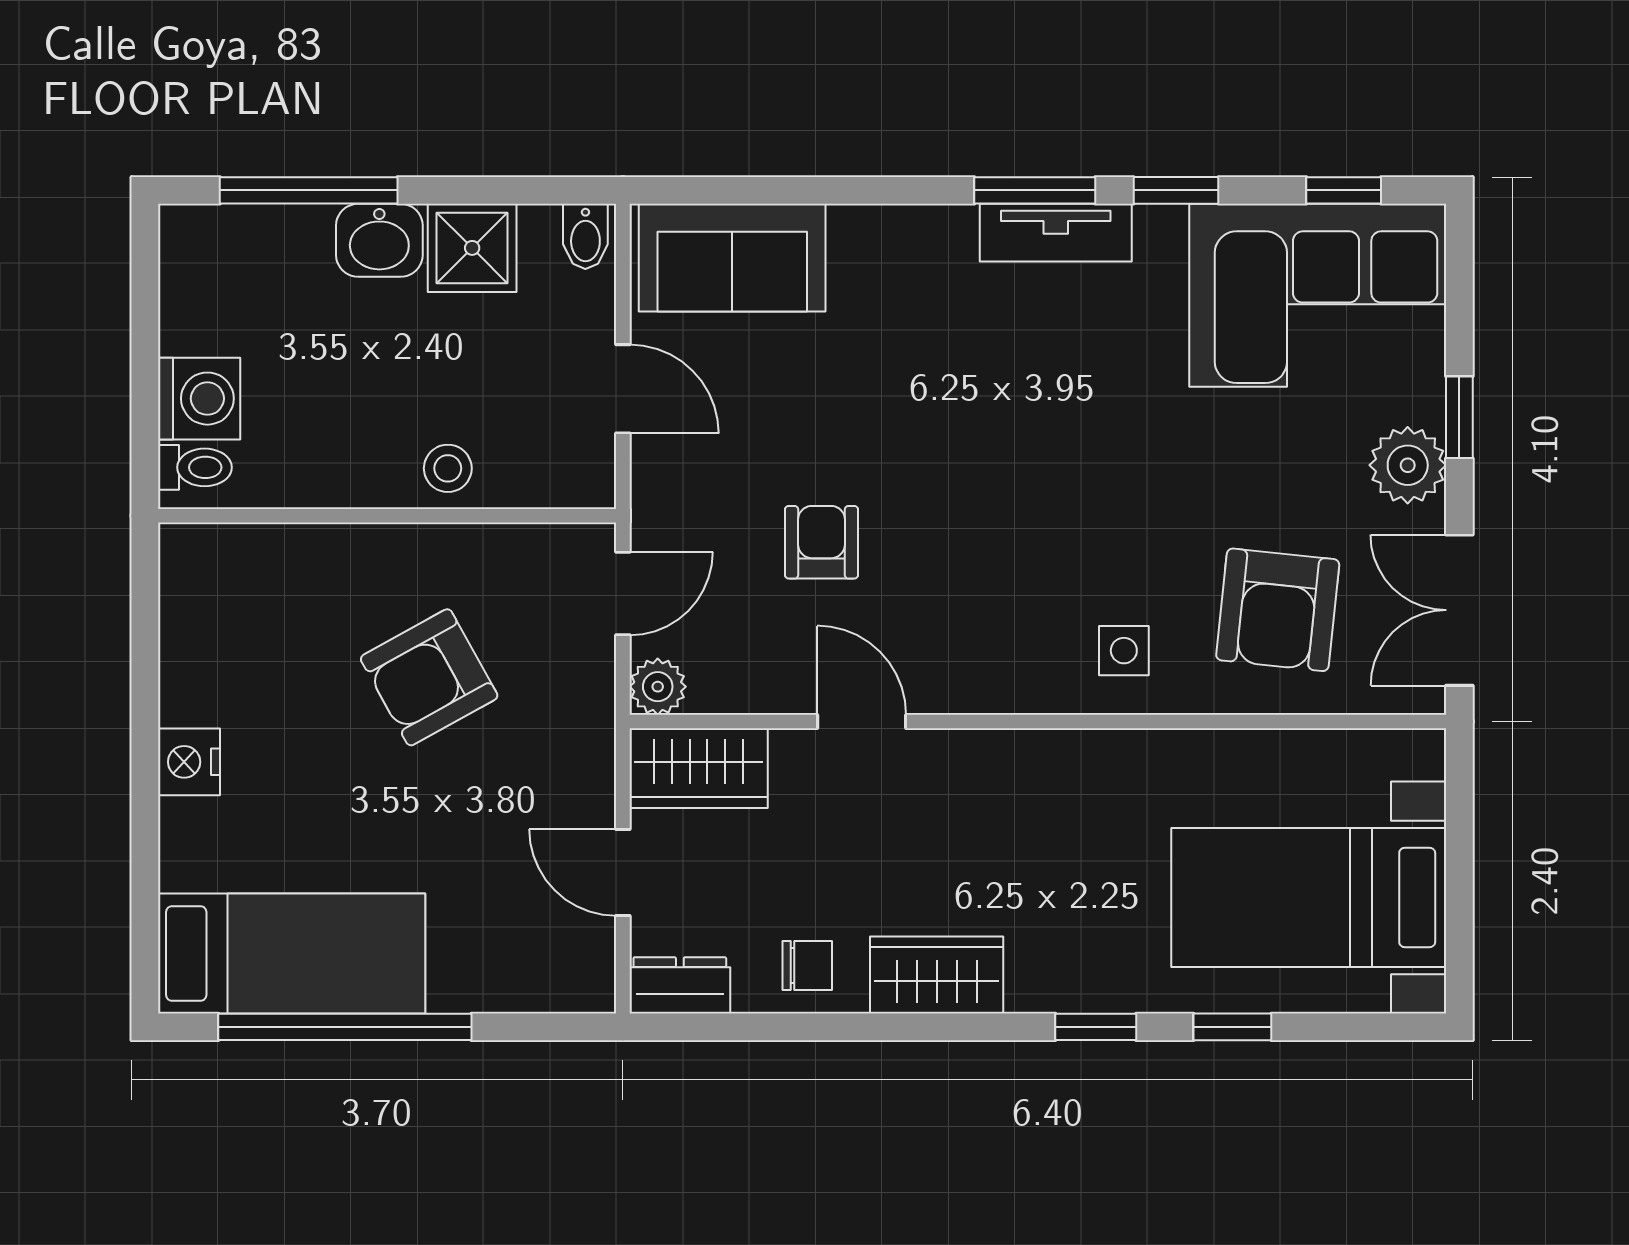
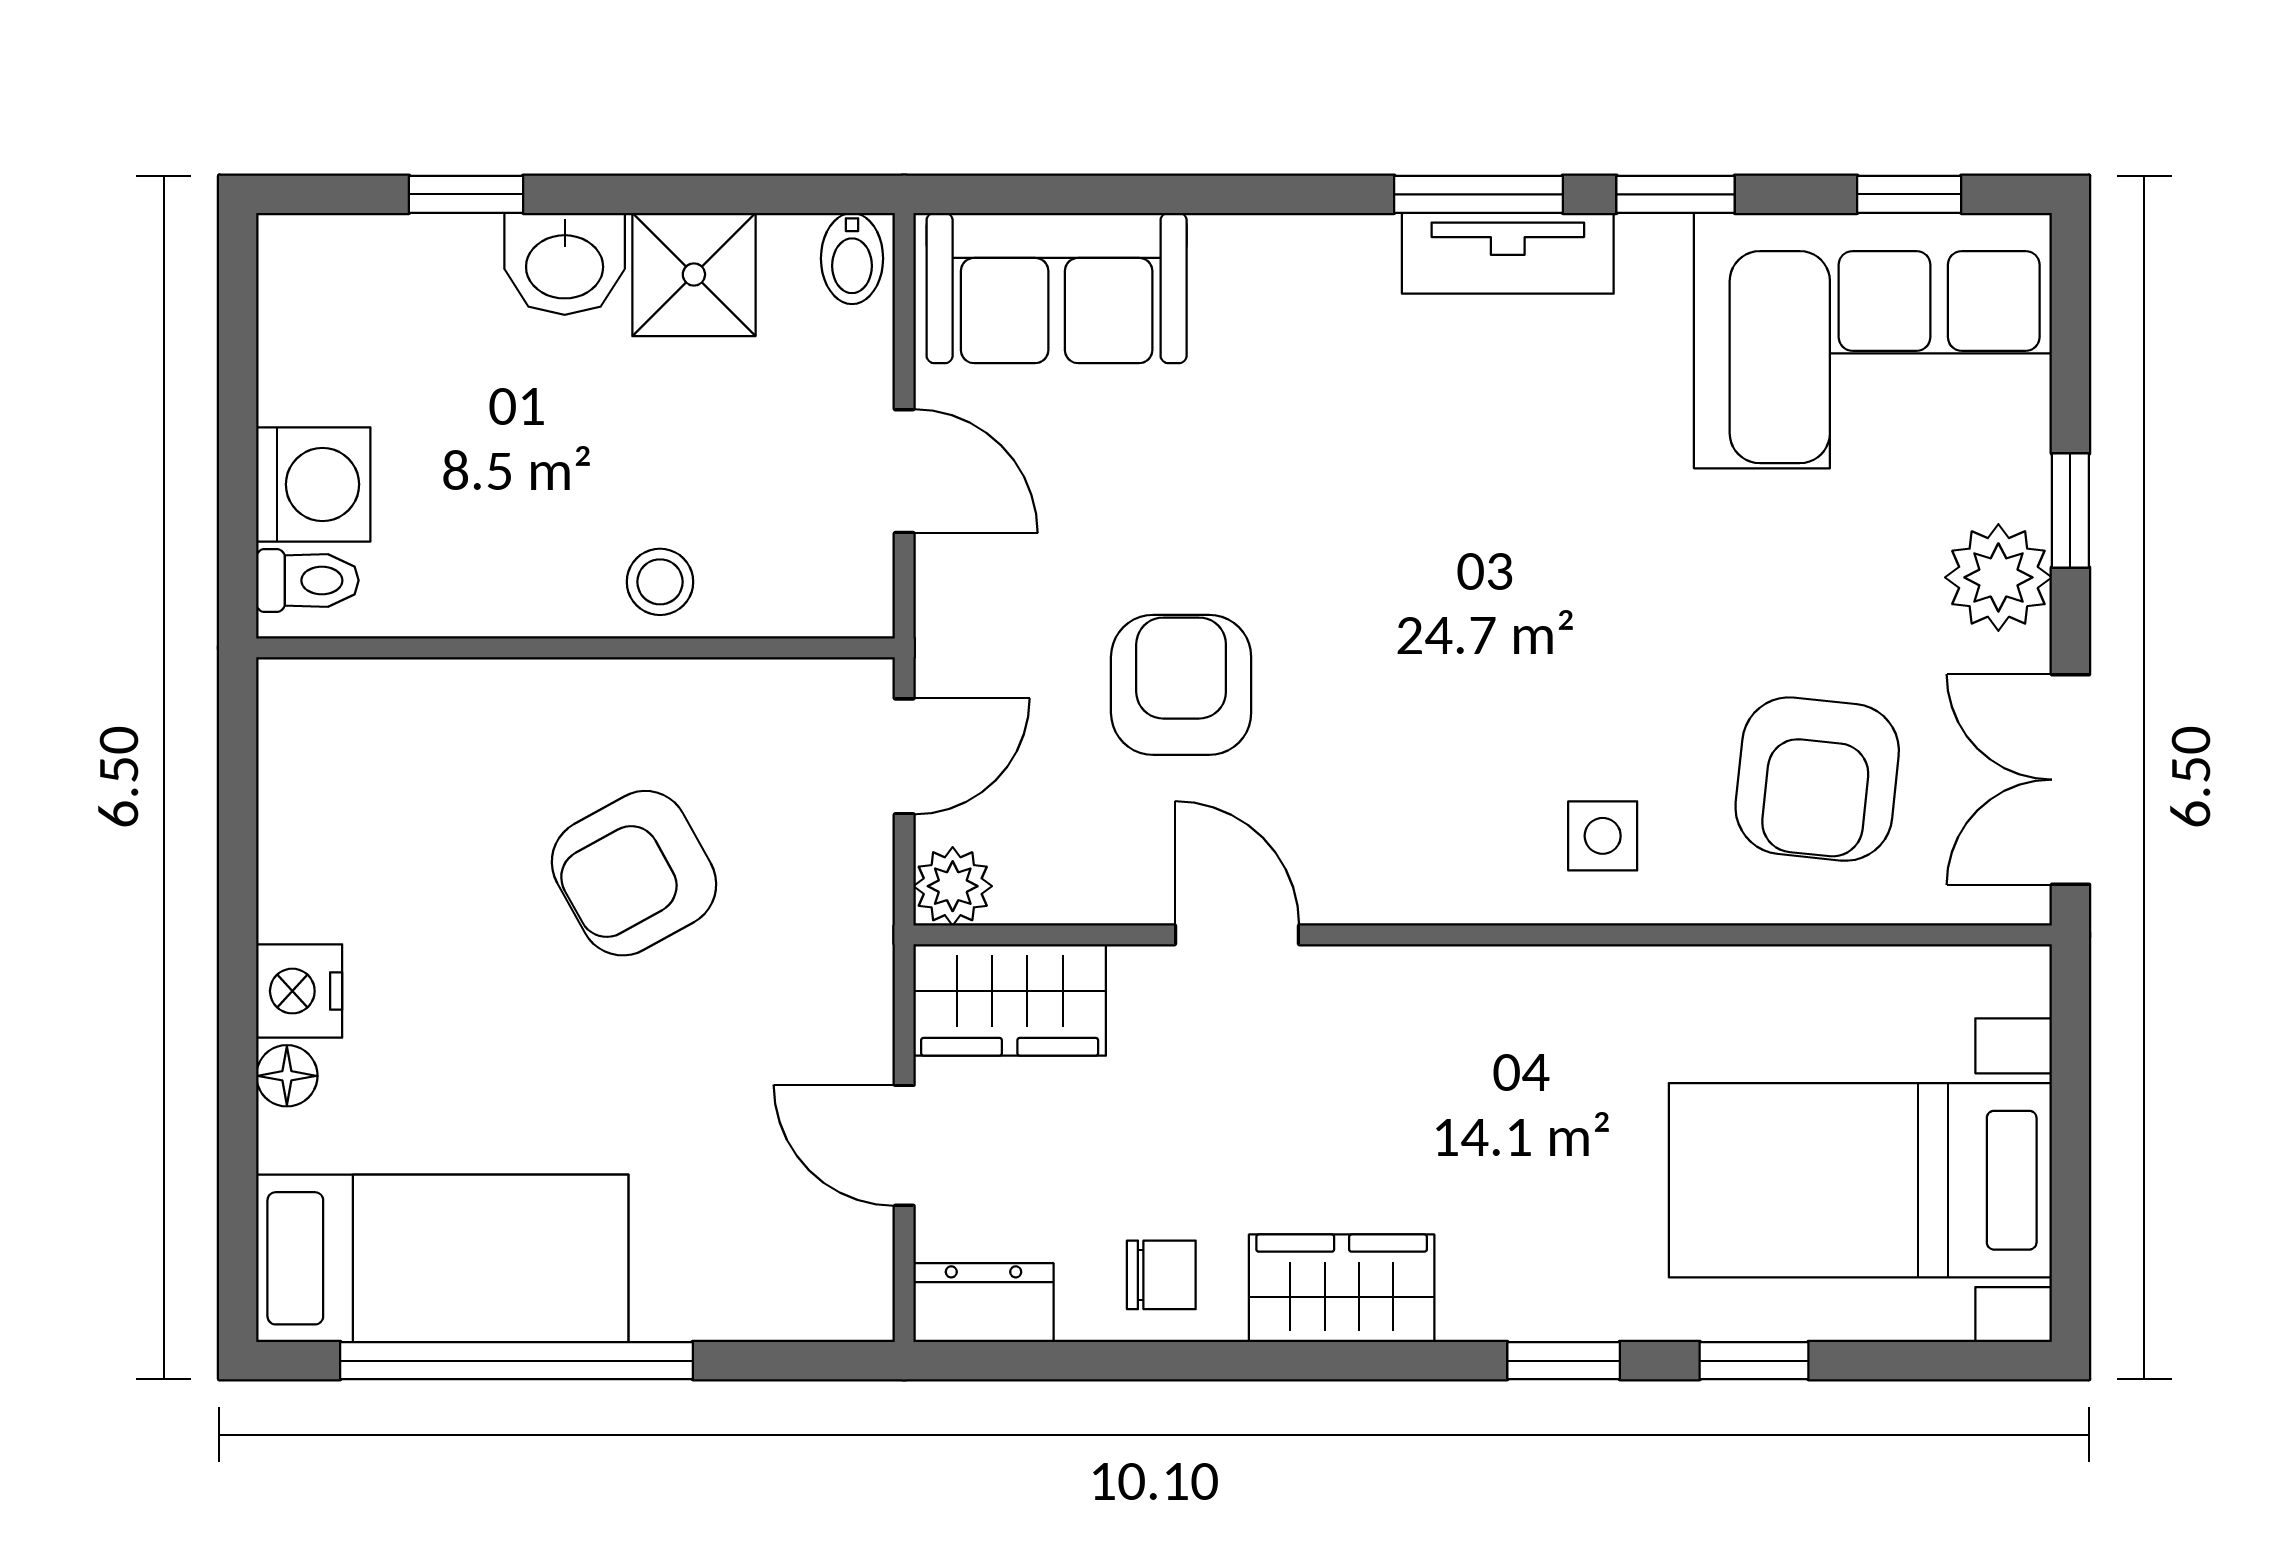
window: (309, 190) -> (466, 194), width x0.46
armchair: (822, 542) -> (1181, 685), width x1.38, depth x1.38
floor lamp: (180, 823) -> (287, 1076), added

